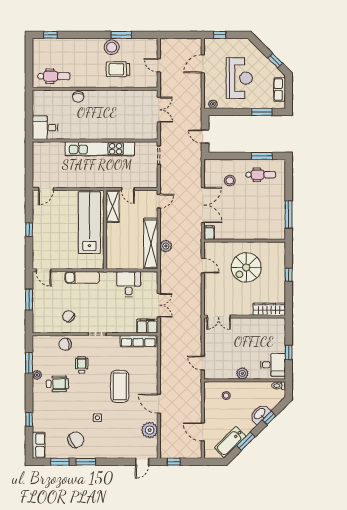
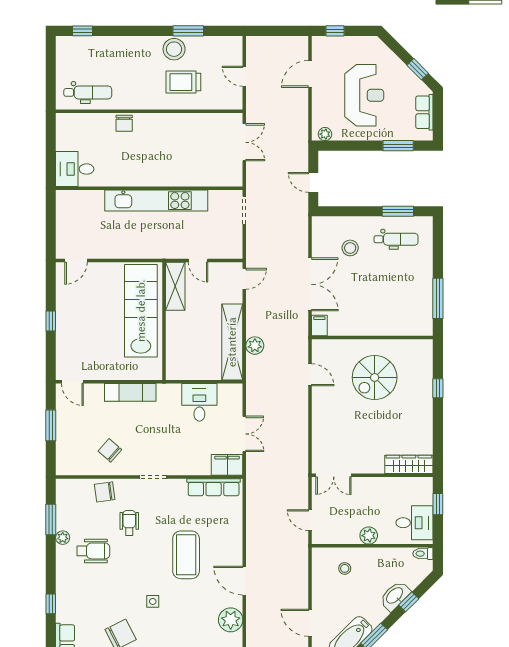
wardrobe: (269, 309) -> (409, 464), moved
double door: (219, 317) -> (334, 475), moved
wall: (245, 317) -> (372, 475), moved

